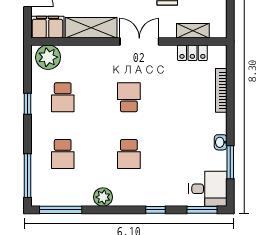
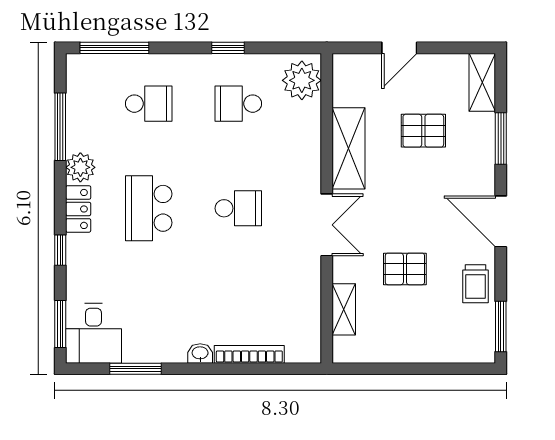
filing cabinet: (47, 27) -> (350, 79), removed
locker: (192, 53) -> (78, 209), moved, turned 180
washbasin: (221, 142) -> (200, 353), moved
school desk: (63, 154) -> (149, 104), turned 180
school desk: (129, 154) -> (149, 208), width x1.85
window: (61, 210) -> (60, 127), moved

